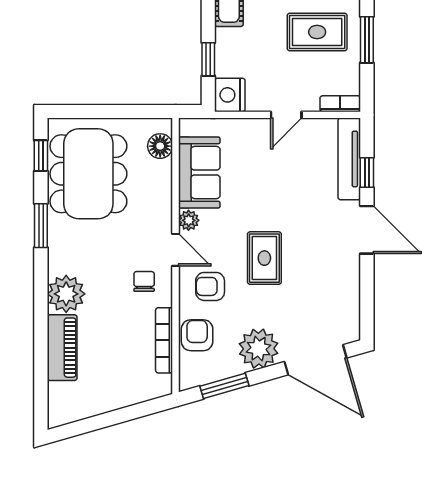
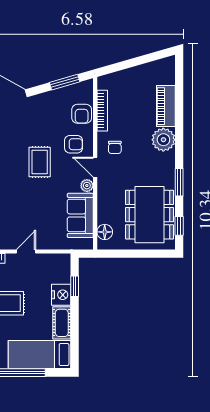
nightstand: (230, 95) -> (61, 295), moved
plant: (259, 349) -> (43, 105), removed

